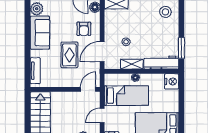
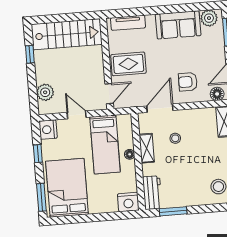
door: (102, 52) -> (160, 108), hinge flipped
rug: (69, 55) -> (128, 64), moved
workbench: (161, 63) -> (152, 193), width x0.73
door: (88, 89) -> (109, 94), hinge flipped

